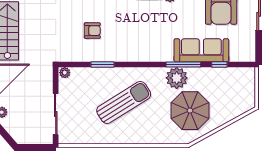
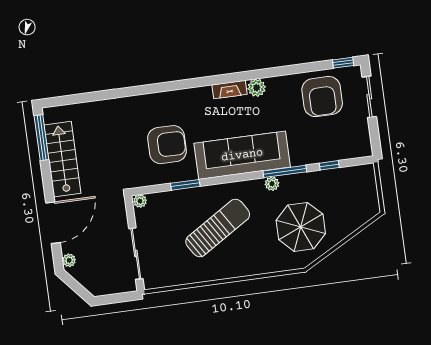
armchair: (92, 31) -> (167, 145), width x1.88, depth x1.88
sofa: (201, 50) -> (242, 155), moved, width x1.36, depth x1.27
plant: (177, 78) -> (272, 184), width x0.53, depth x0.53

